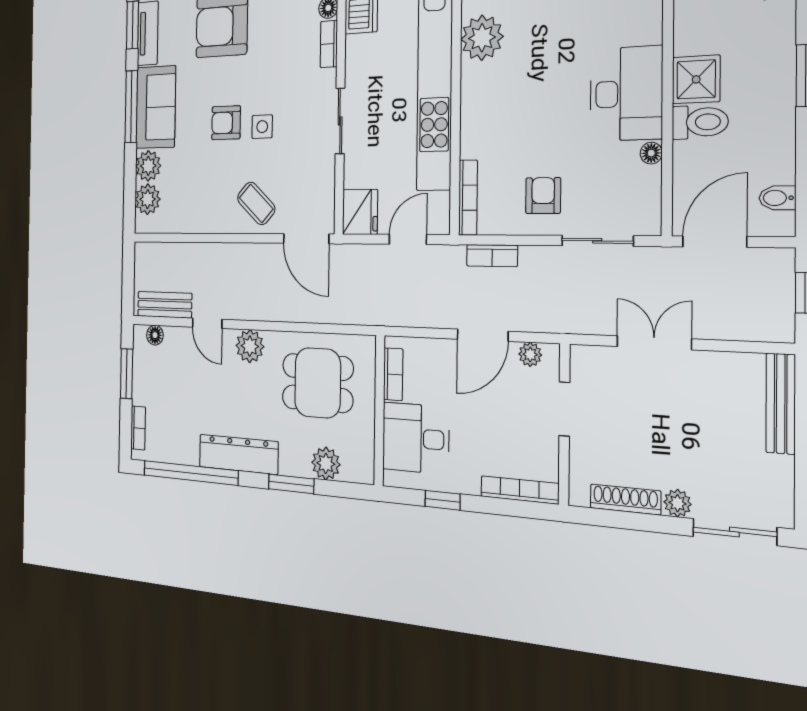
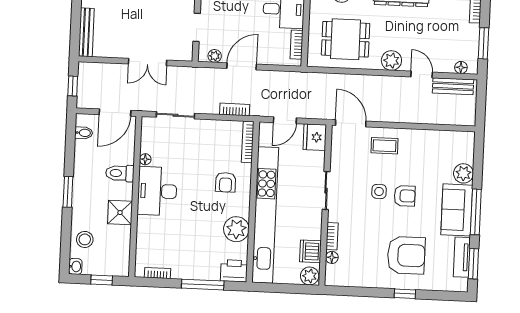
shower: (696, 79) -> (120, 213), moved
armchair: (543, 196) -> (226, 182), moved
plant: (148, 199) -> (464, 153), removed
coffee table: (256, 203) -> (384, 146), turned -43

